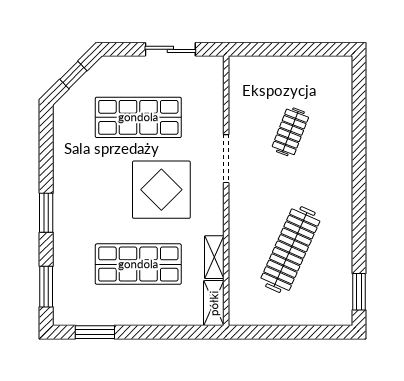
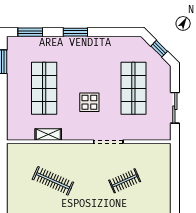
clothes rail: (290, 132) -> (125, 181), turned -45
display table: (161, 190) -> (89, 102), width x0.54, depth x0.54
clothes rail: (290, 250) -> (53, 181), width x0.73, depth x0.76
shelving: (214, 303) -> (20, 134), removed

